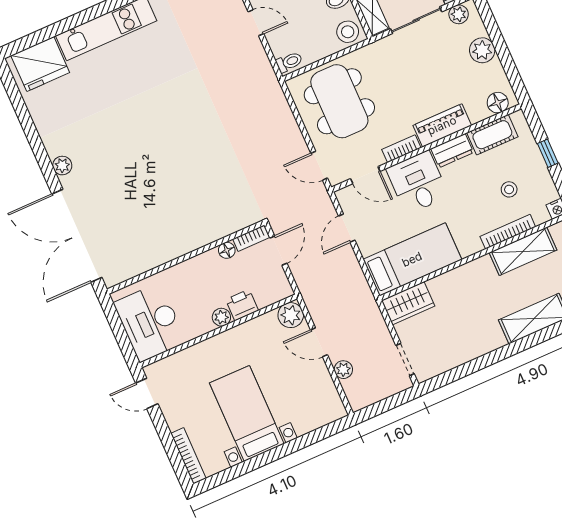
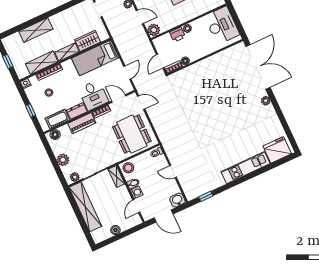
shelving: (470, 272) -> (67, 52), added
wardrobe: (408, 303) -> (88, 41), moved

